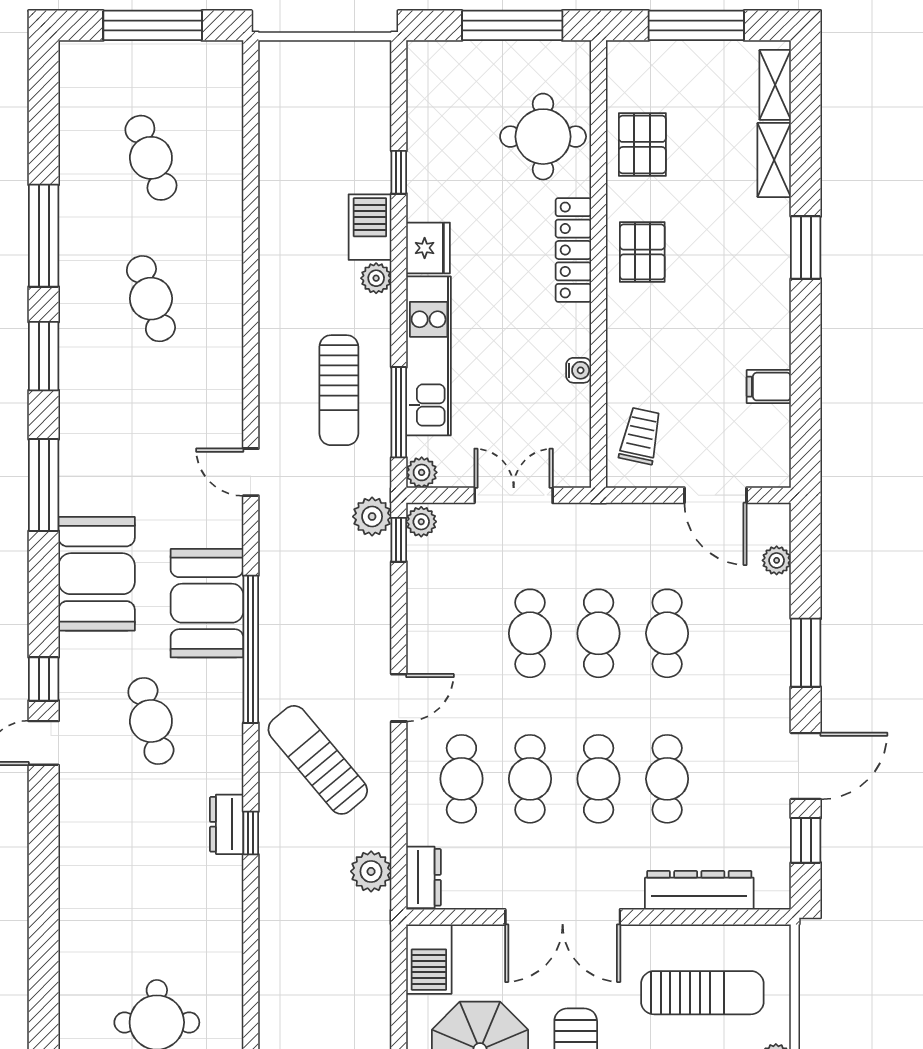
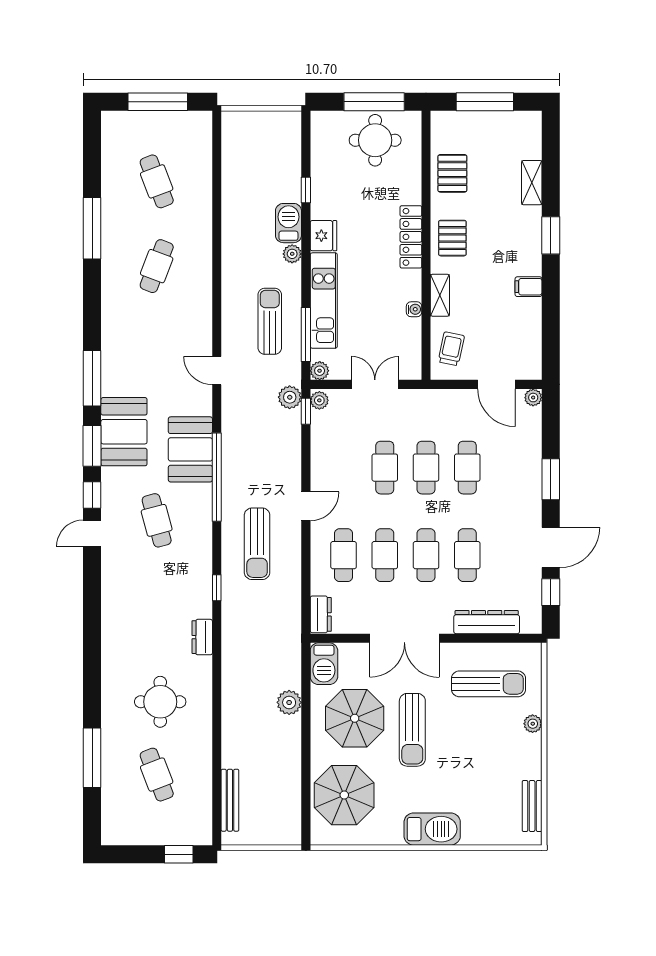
shelving: (775, 85) -> (440, 295), moved
round table: (543, 137) -> (375, 140), moved
cafe table: (151, 299) -> (157, 266), turned 39
window: (44, 356) -> (92, 446), moved
filing cabinet: (769, 387) -> (529, 287), moved
sun lounger: (339, 390) -> (270, 321), turned 180
plant: (777, 560) -> (533, 398), moved
sun lounger: (318, 760) -> (257, 544), turned -140
dresser: (227, 824) -> (202, 637), moved
plant: (371, 871) -> (289, 702), moved

